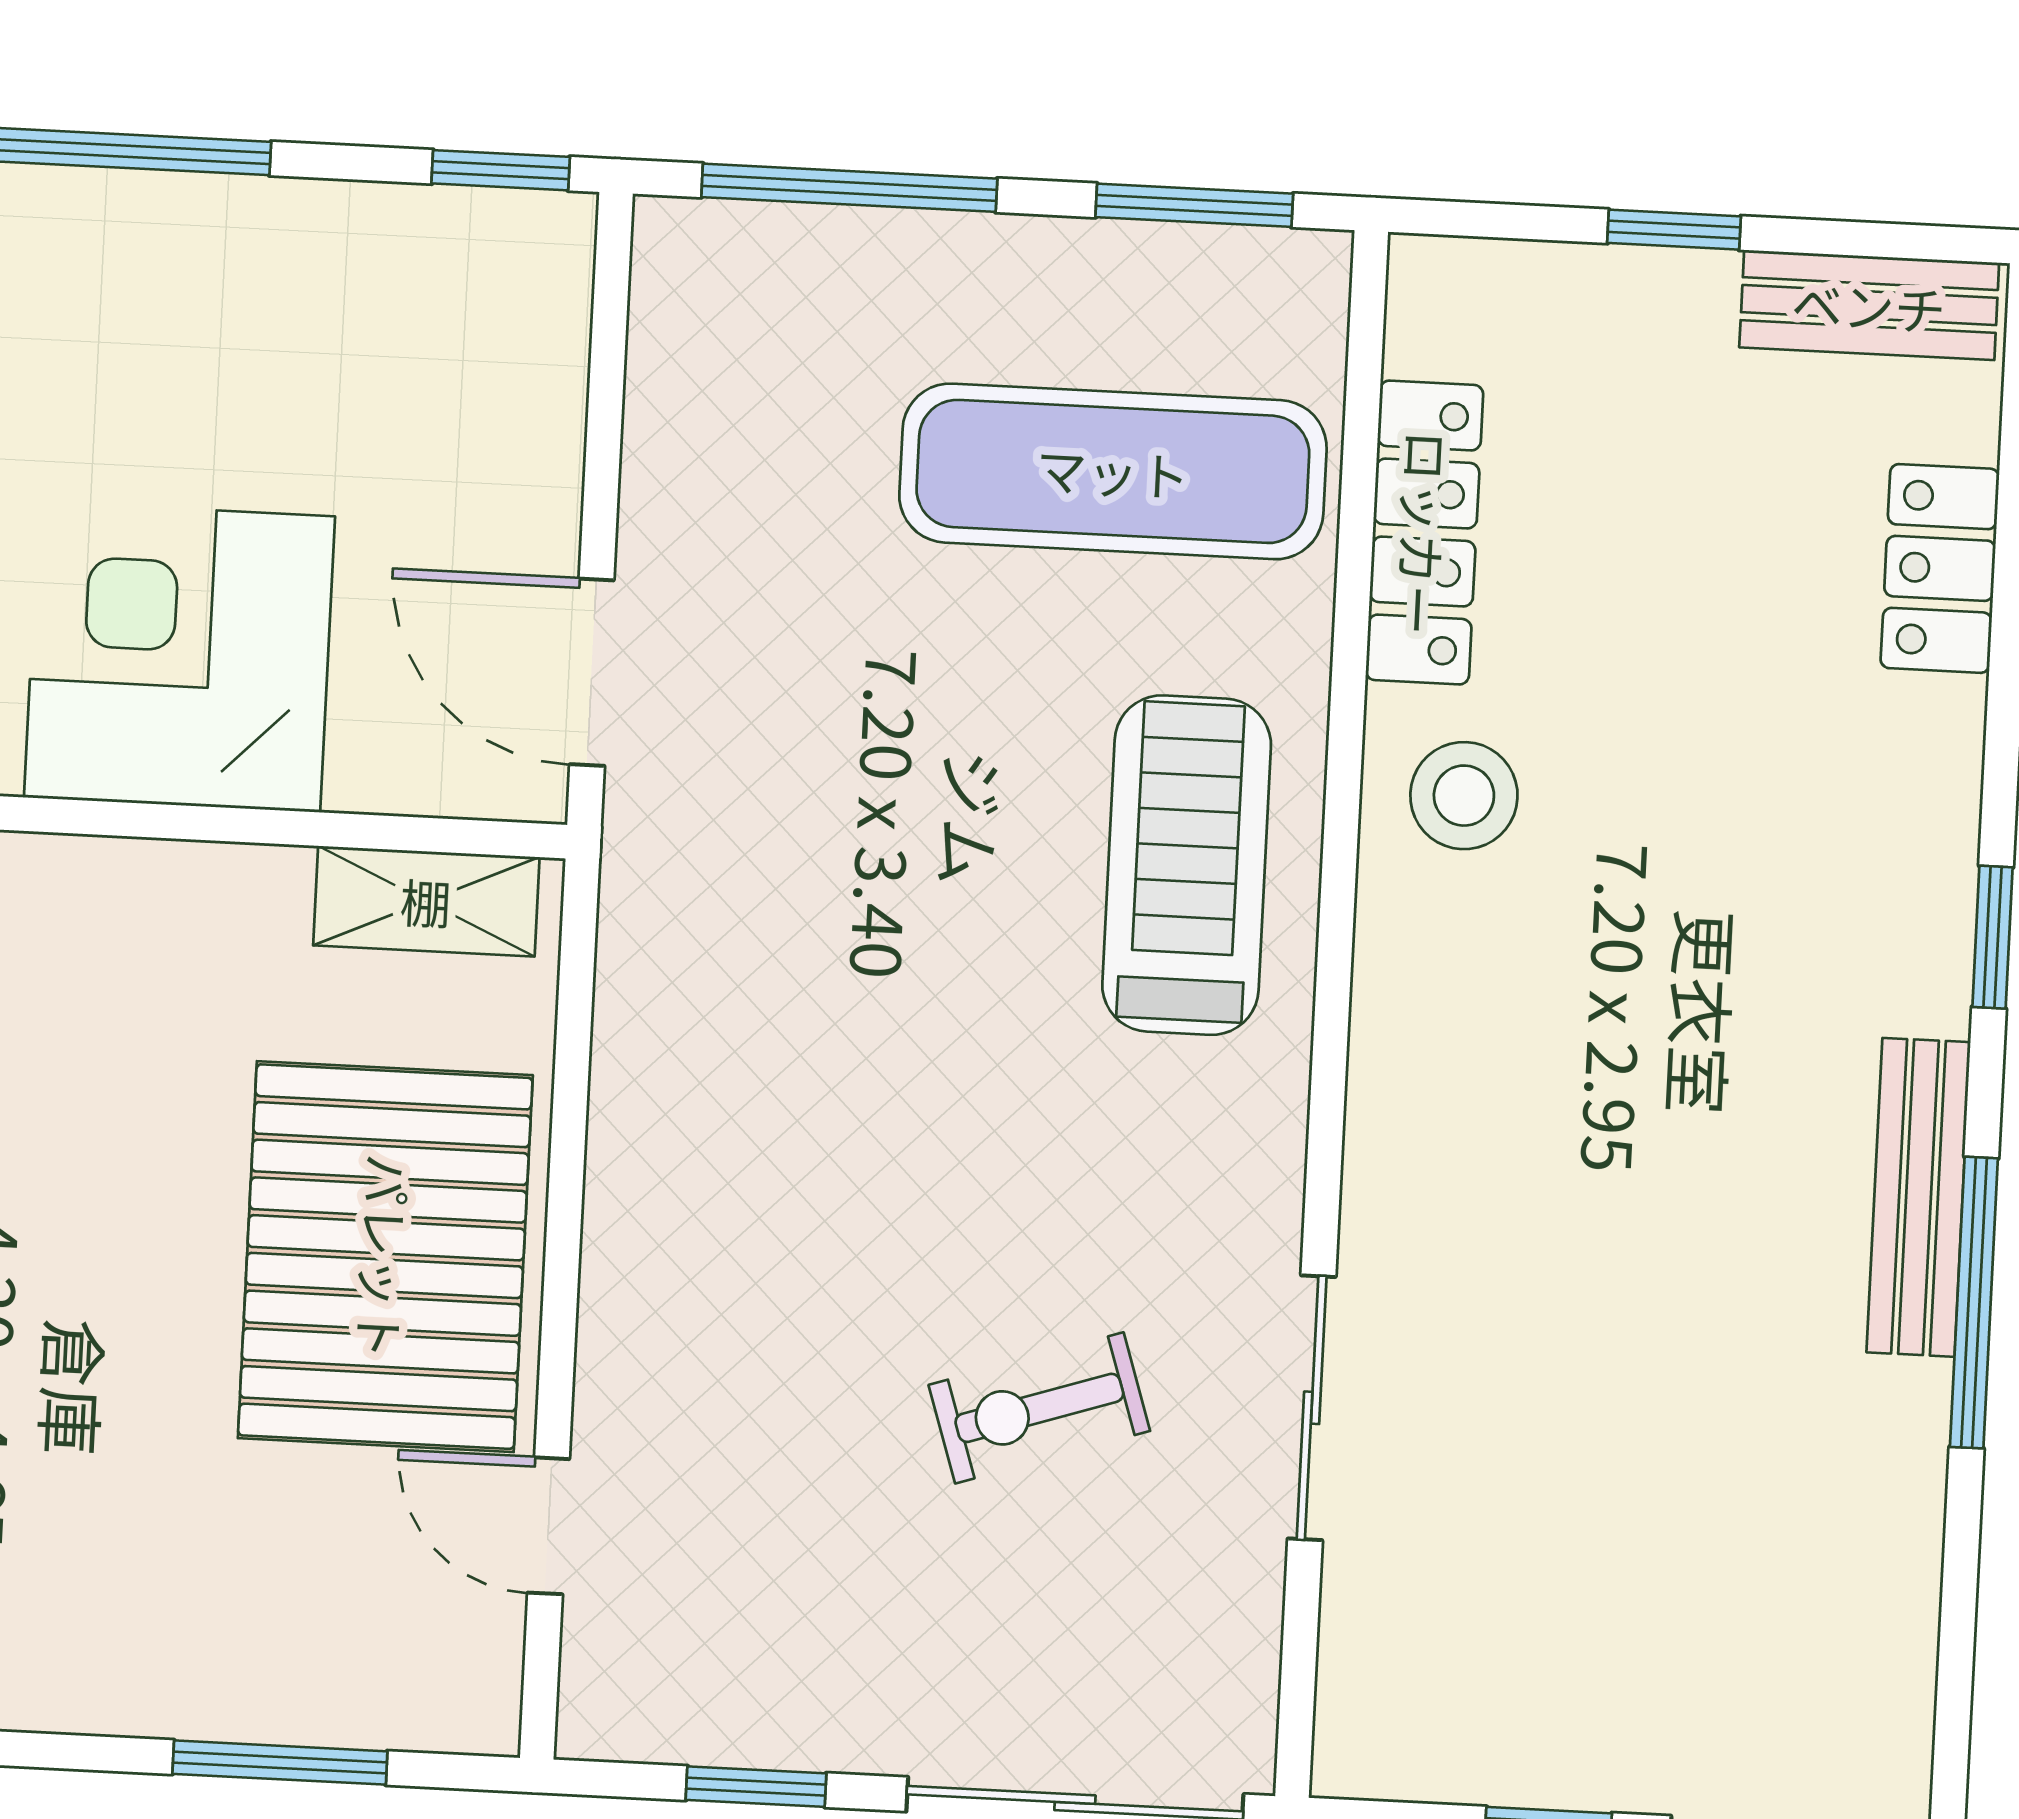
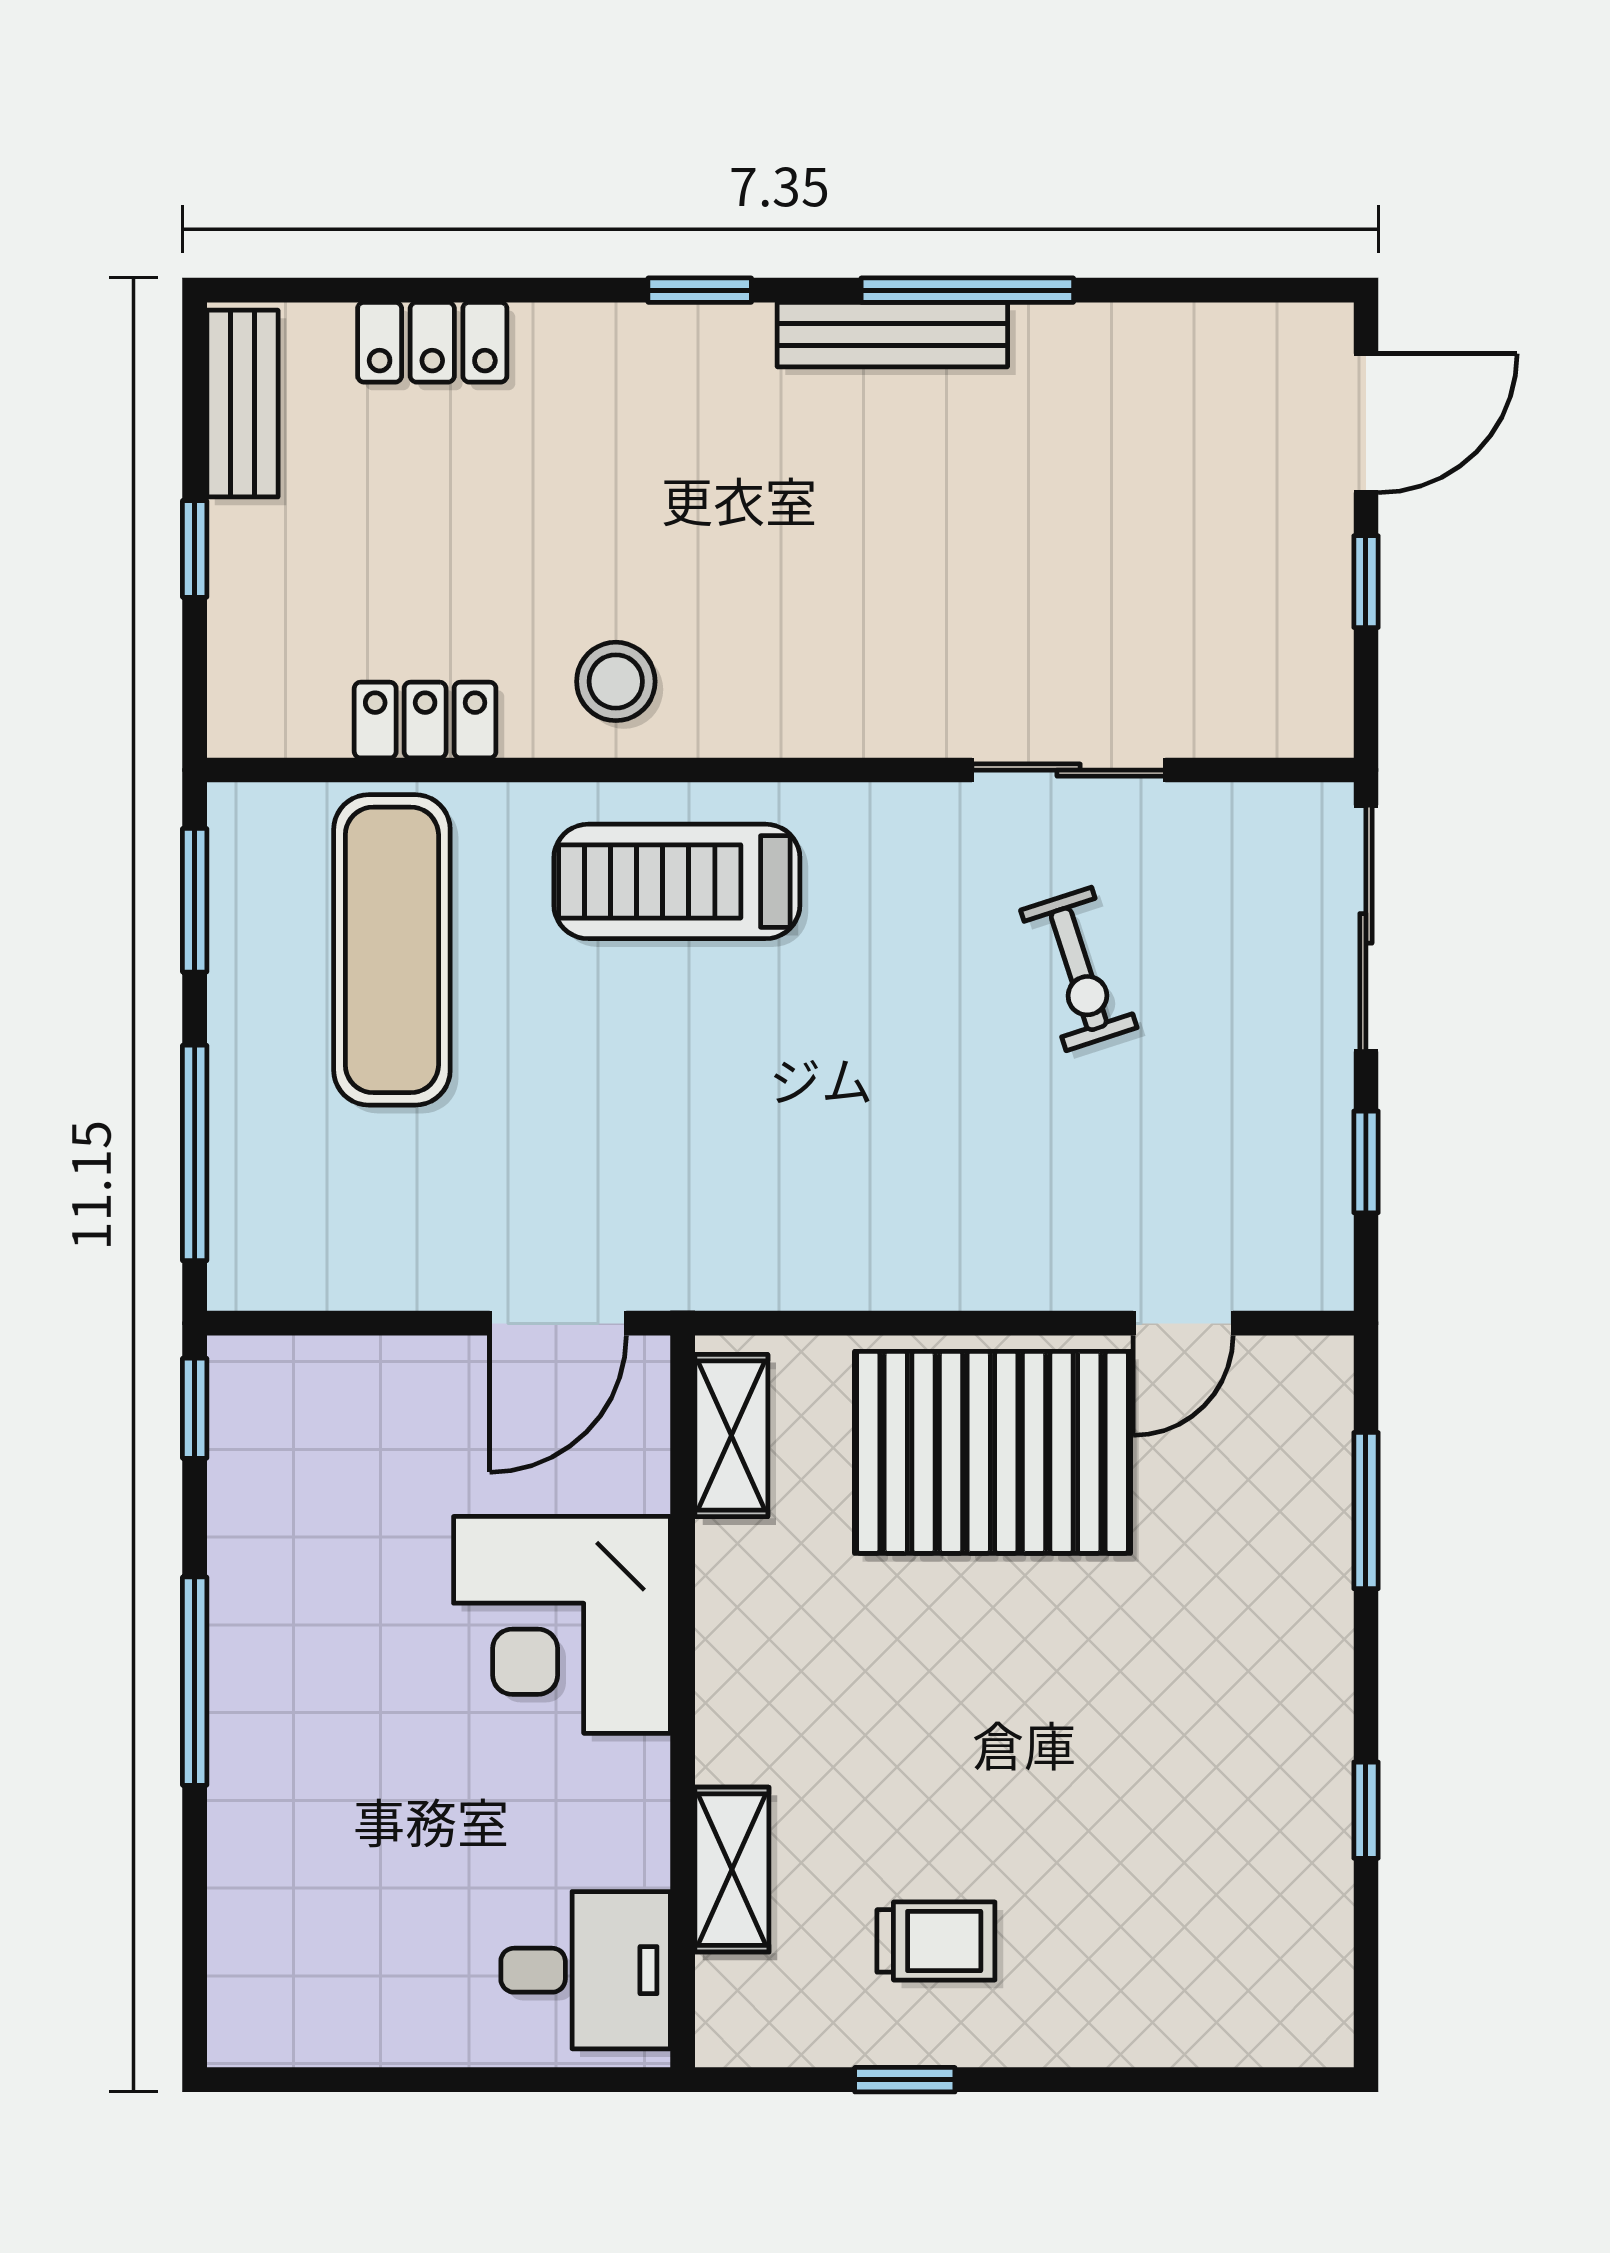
locker: (1424, 533) -> (425, 720), width x0.66

